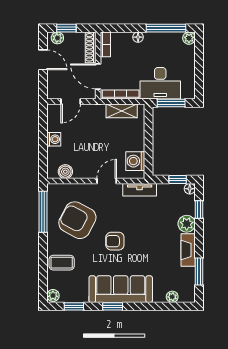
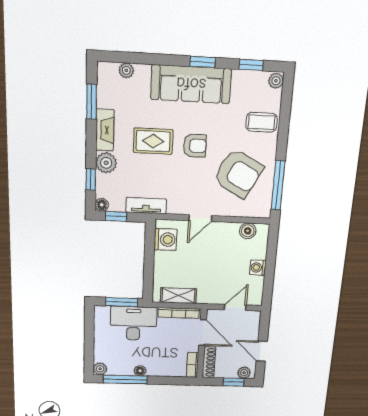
floor lamp: (138, 37) -> (140, 371), moved
tv unit: (140, 190) -> (146, 206), moved
rug: (149, 243) -> (153, 141), added

